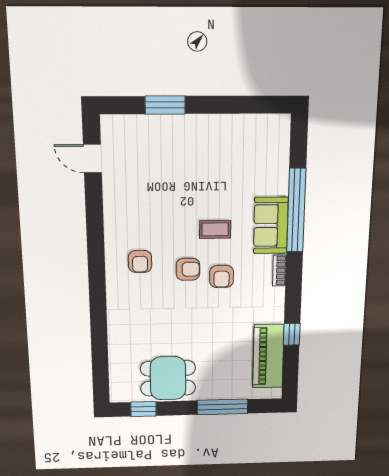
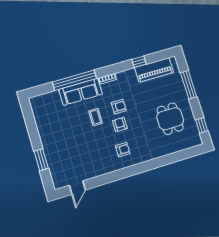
sofa: (271, 225) -> (81, 92), width x1.36
dining table: (168, 378) -> (170, 119), moved

